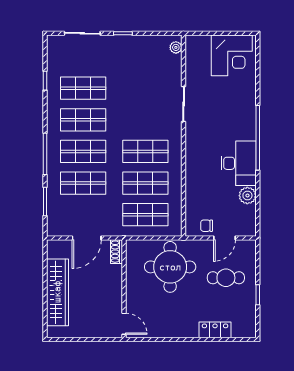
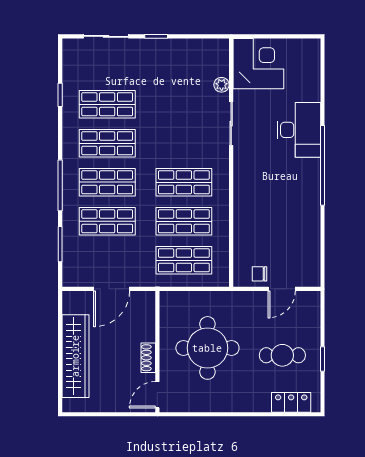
plant: (176, 47) -> (222, 85), moved
corner desk: (232, 55) -> (258, 64), moved, turned -90
desk: (239, 163) -> (299, 130), moved
plant: (247, 196) -> (310, 237), removed
shoe rack: (116, 252) -> (148, 358), moved
round table: (170, 267) -> (207, 348), moved
cafe table: (226, 278) -> (282, 355), moved
door: (124, 324) -> (157, 395), swing flipped
locker: (215, 330) -> (291, 402), moved

